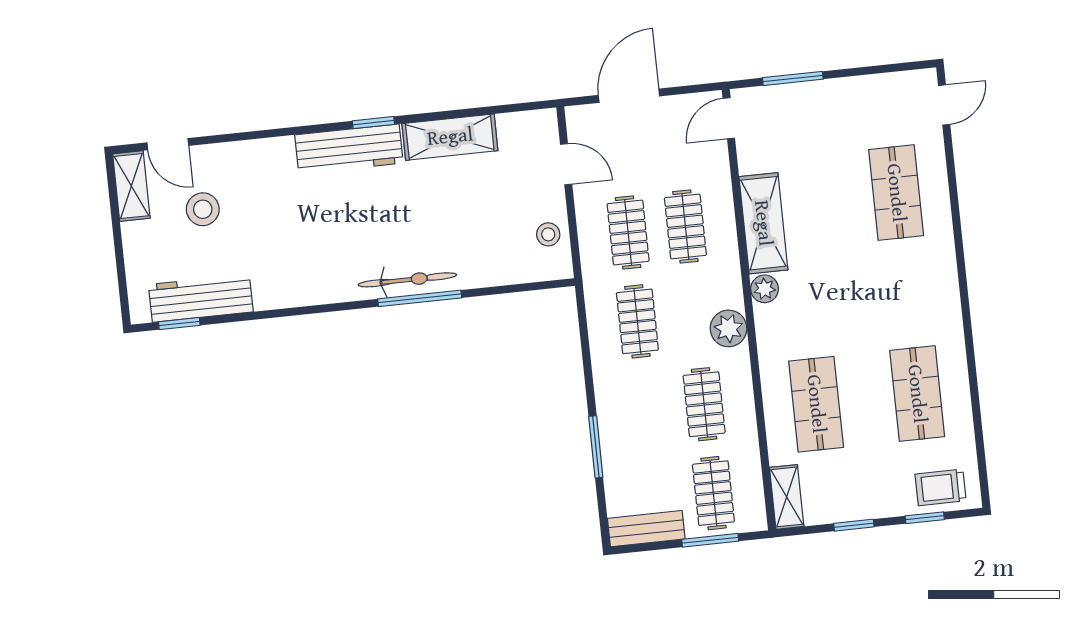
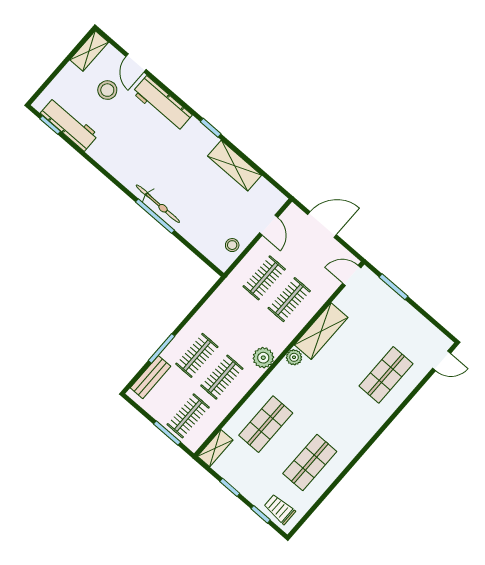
door: (168, 144) -> (136, 63), moved
workbench: (349, 149) -> (162, 104), moved
clothes rail: (637, 321) -> (197, 355), moved
bench: (646, 529) -> (150, 377), moved, turned 90

